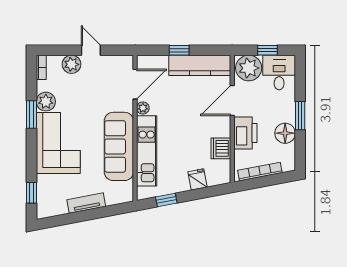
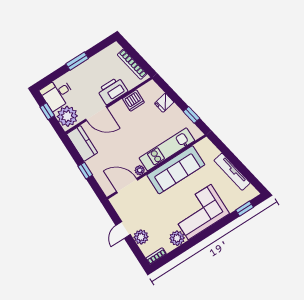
kitchen counter: (200, 65) -> (82, 143), width x0.67
window: (31, 115) -> (192, 242), removed
floor lamp: (285, 133) -> (95, 64), removed
tv unit: (86, 203) -> (232, 172), width x1.41

